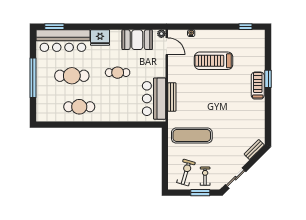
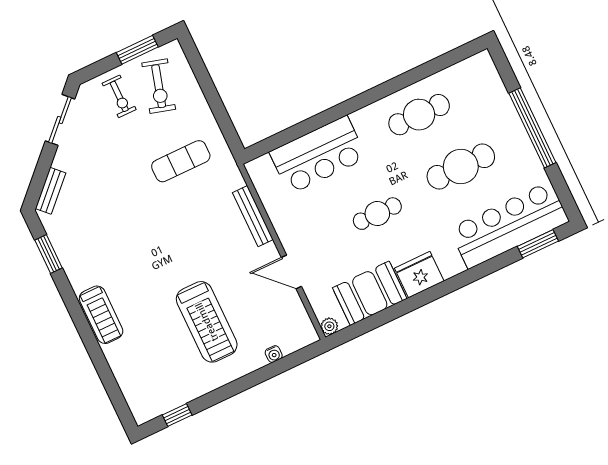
fridge: (100, 38) -> (419, 275), moved
door: (167, 46) -> (291, 272), moved
treadmill: (214, 61) -> (207, 322), turned 90
window: (268, 79) -> (49, 254), moved
bar counter: (154, 99) -> (318, 155), moved, turned 90
exercise mat: (192, 136) -> (181, 161), width x0.73, depth x0.69
window: (200, 193) -> (137, 50), moved

